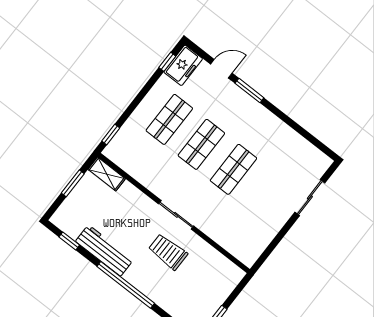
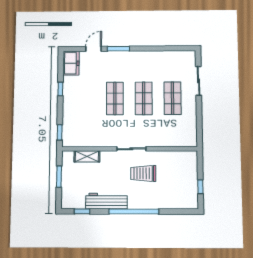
window: (167, 62) -> (60, 89), moved
shop shelf: (169, 119) -> (172, 98), moved
shelving: (107, 174) -> (87, 156), moved

